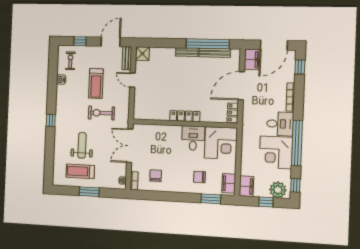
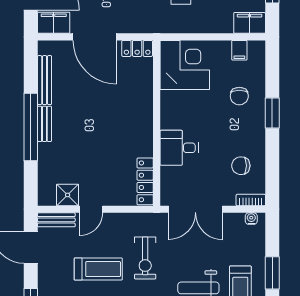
window: (208, 44) -> (31, 127), moved
shower: (142, 54) -> (68, 195), moved
locker: (185, 116) -> (145, 181), moved
desk: (193, 138) -> (179, 148), moved
filing cabinet: (229, 183) -> (239, 50), width x0.50
window: (211, 199) -> (272, 113), moved

